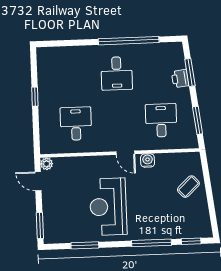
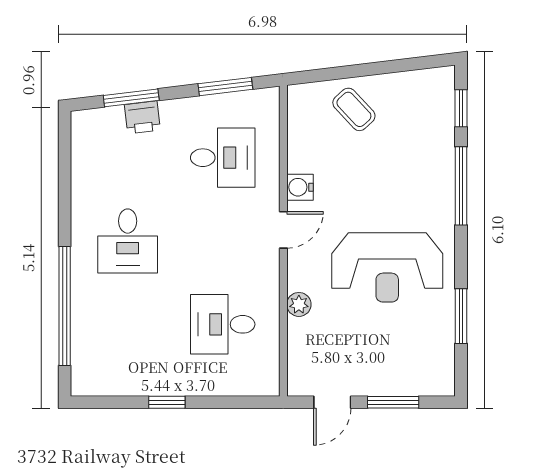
window: (129, 41) -> (65, 306), moved
desk: (117, 73) -> (128, 241), turned 90
desk: (161, 120) -> (223, 158), turned 180
plant: (47, 164) -> (299, 304), moved
window: (40, 225) -> (393, 402), moved

